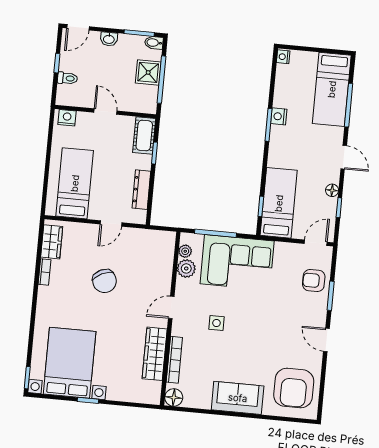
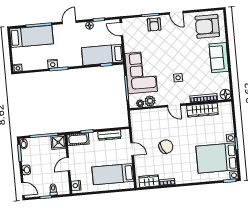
shower: (148, 72) -> (58, 142), moved
armchair: (314, 280) -> (154, 24), moved
door: (326, 340) -> (176, 13), hinge flipped
armchair: (294, 388) -> (207, 26), turned 180

